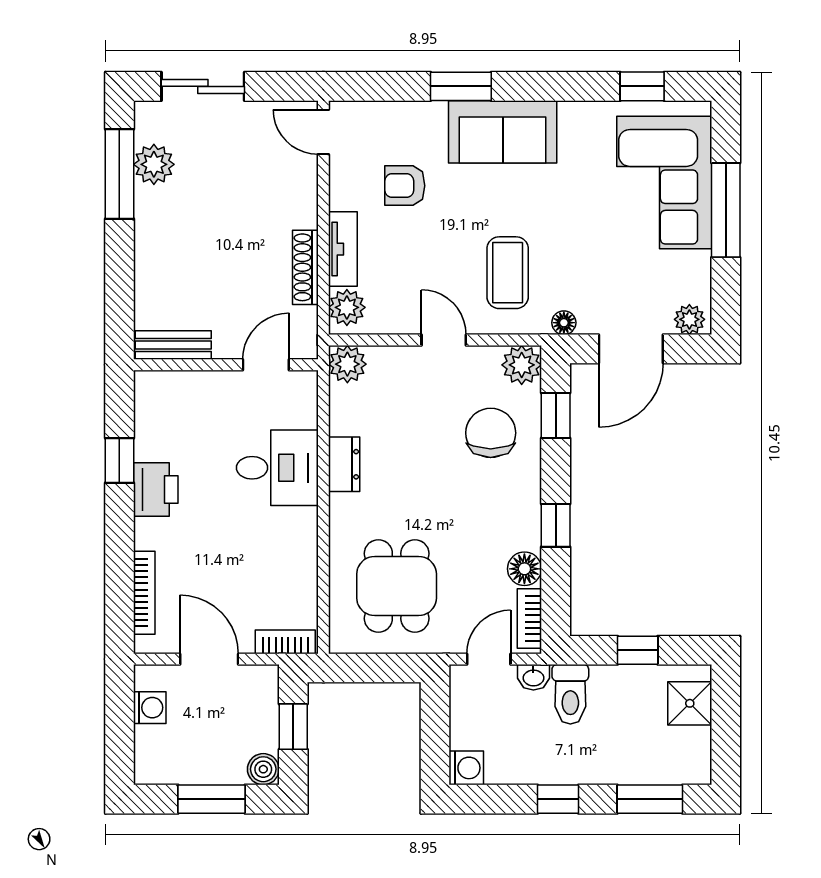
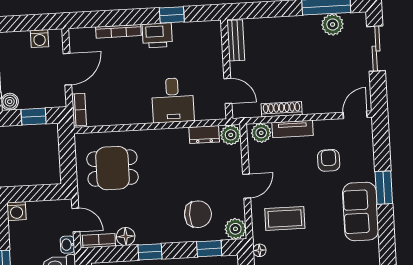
dresser: (344, 464) -> (204, 135), moved
bookcase: (144, 593) -> (118, 31), moved

